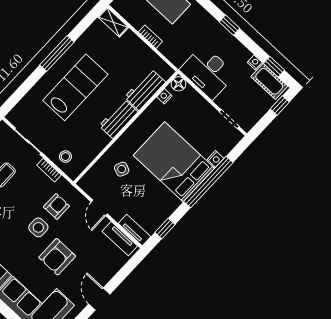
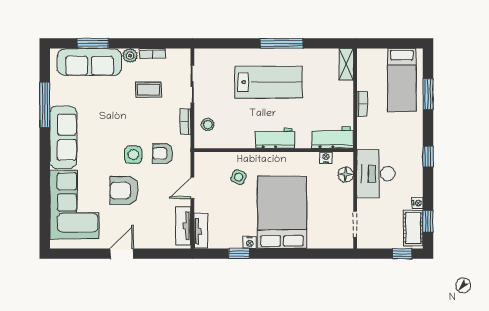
floor lamp: (179, 84) -> (346, 175), moved
workbench: (145, 90) -> (333, 138), moved
nightstand: (215, 159) -> (250, 242), moved
window: (208, 182) -> (291, 254), removed
armchair: (56, 206) -> (163, 154), turned 180
window: (165, 228) -> (239, 254), moved

